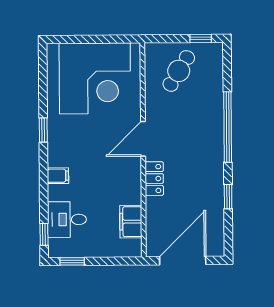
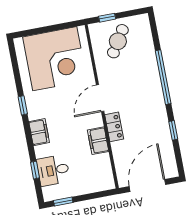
window: (201, 38) -> (107, 18), moved
filing cabinet: (58, 176) -> (39, 132), width x2.00
filing cabinet: (131, 222) -> (98, 141), moved
window: (44, 234) -> (35, 170), moved

